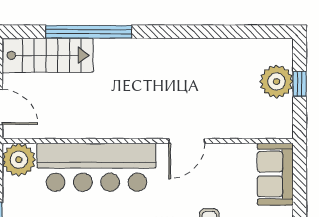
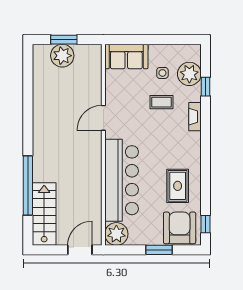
window: (300, 84) -> (64, 40), width x1.50
door: (187, 141) -> (103, 118), swing flipped

